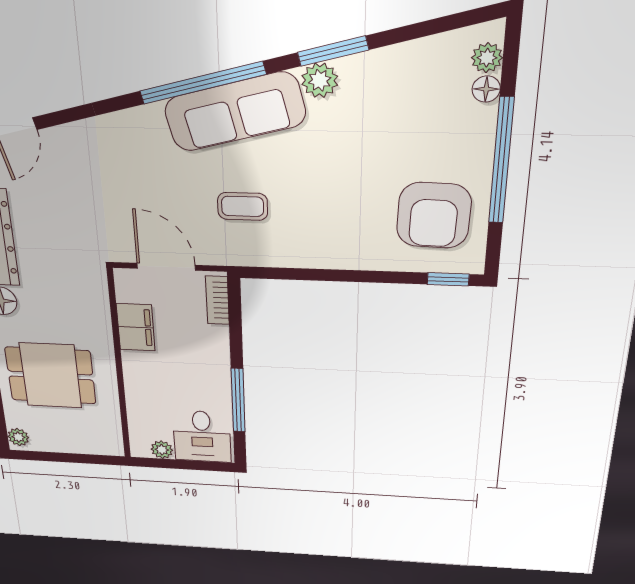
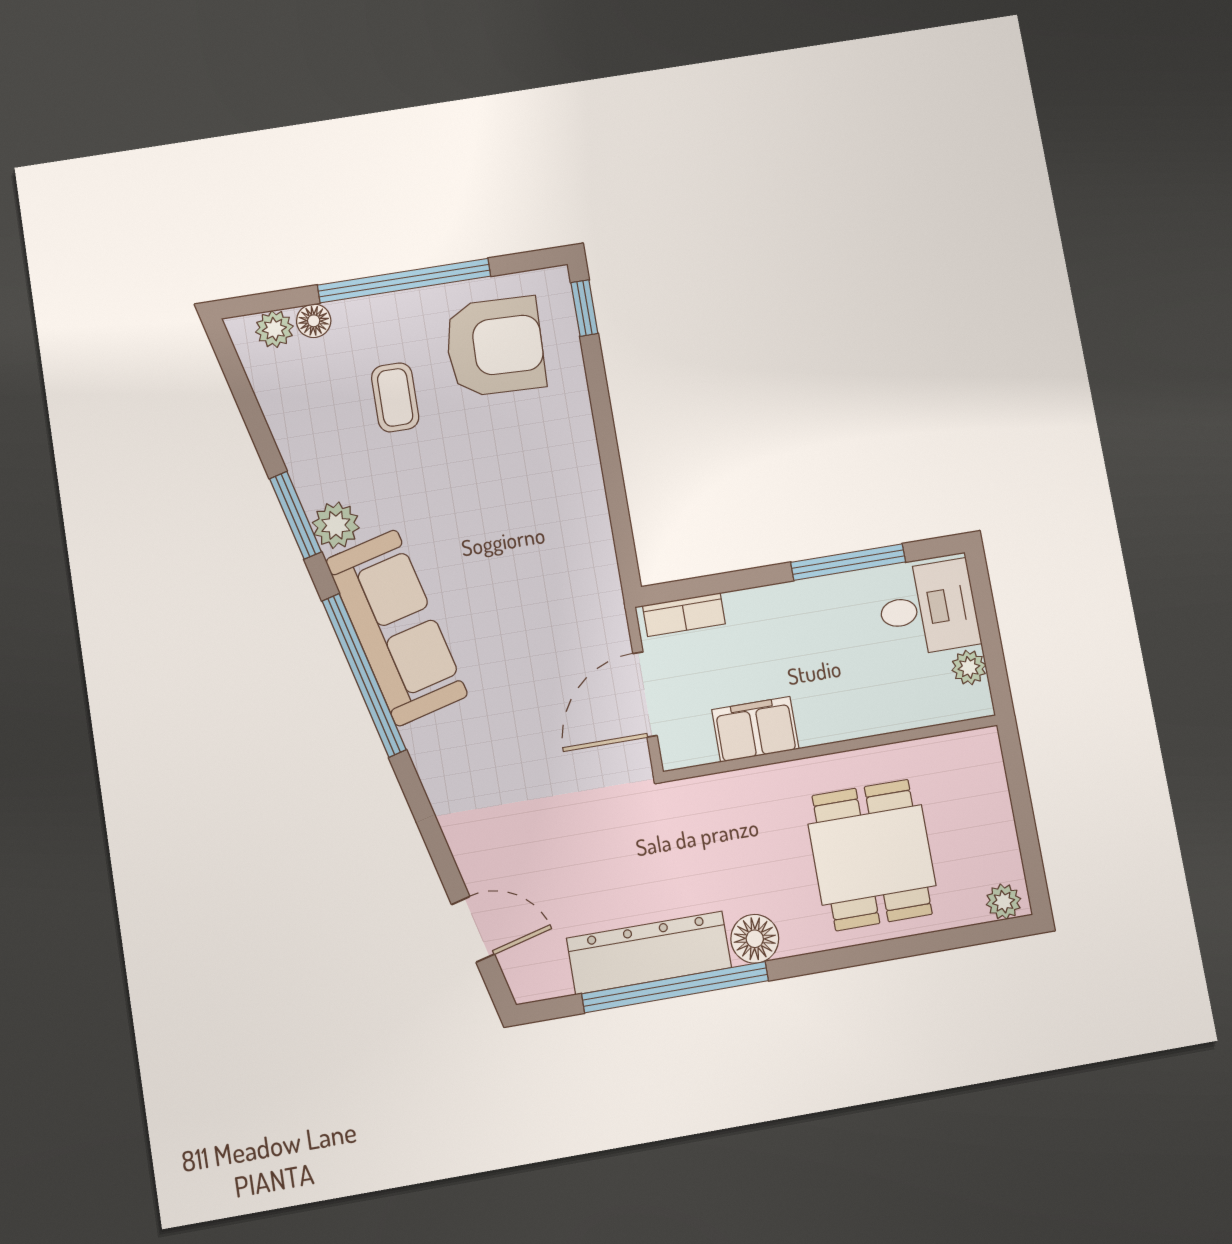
coffee table: (243, 206) -> (395, 397), moved

